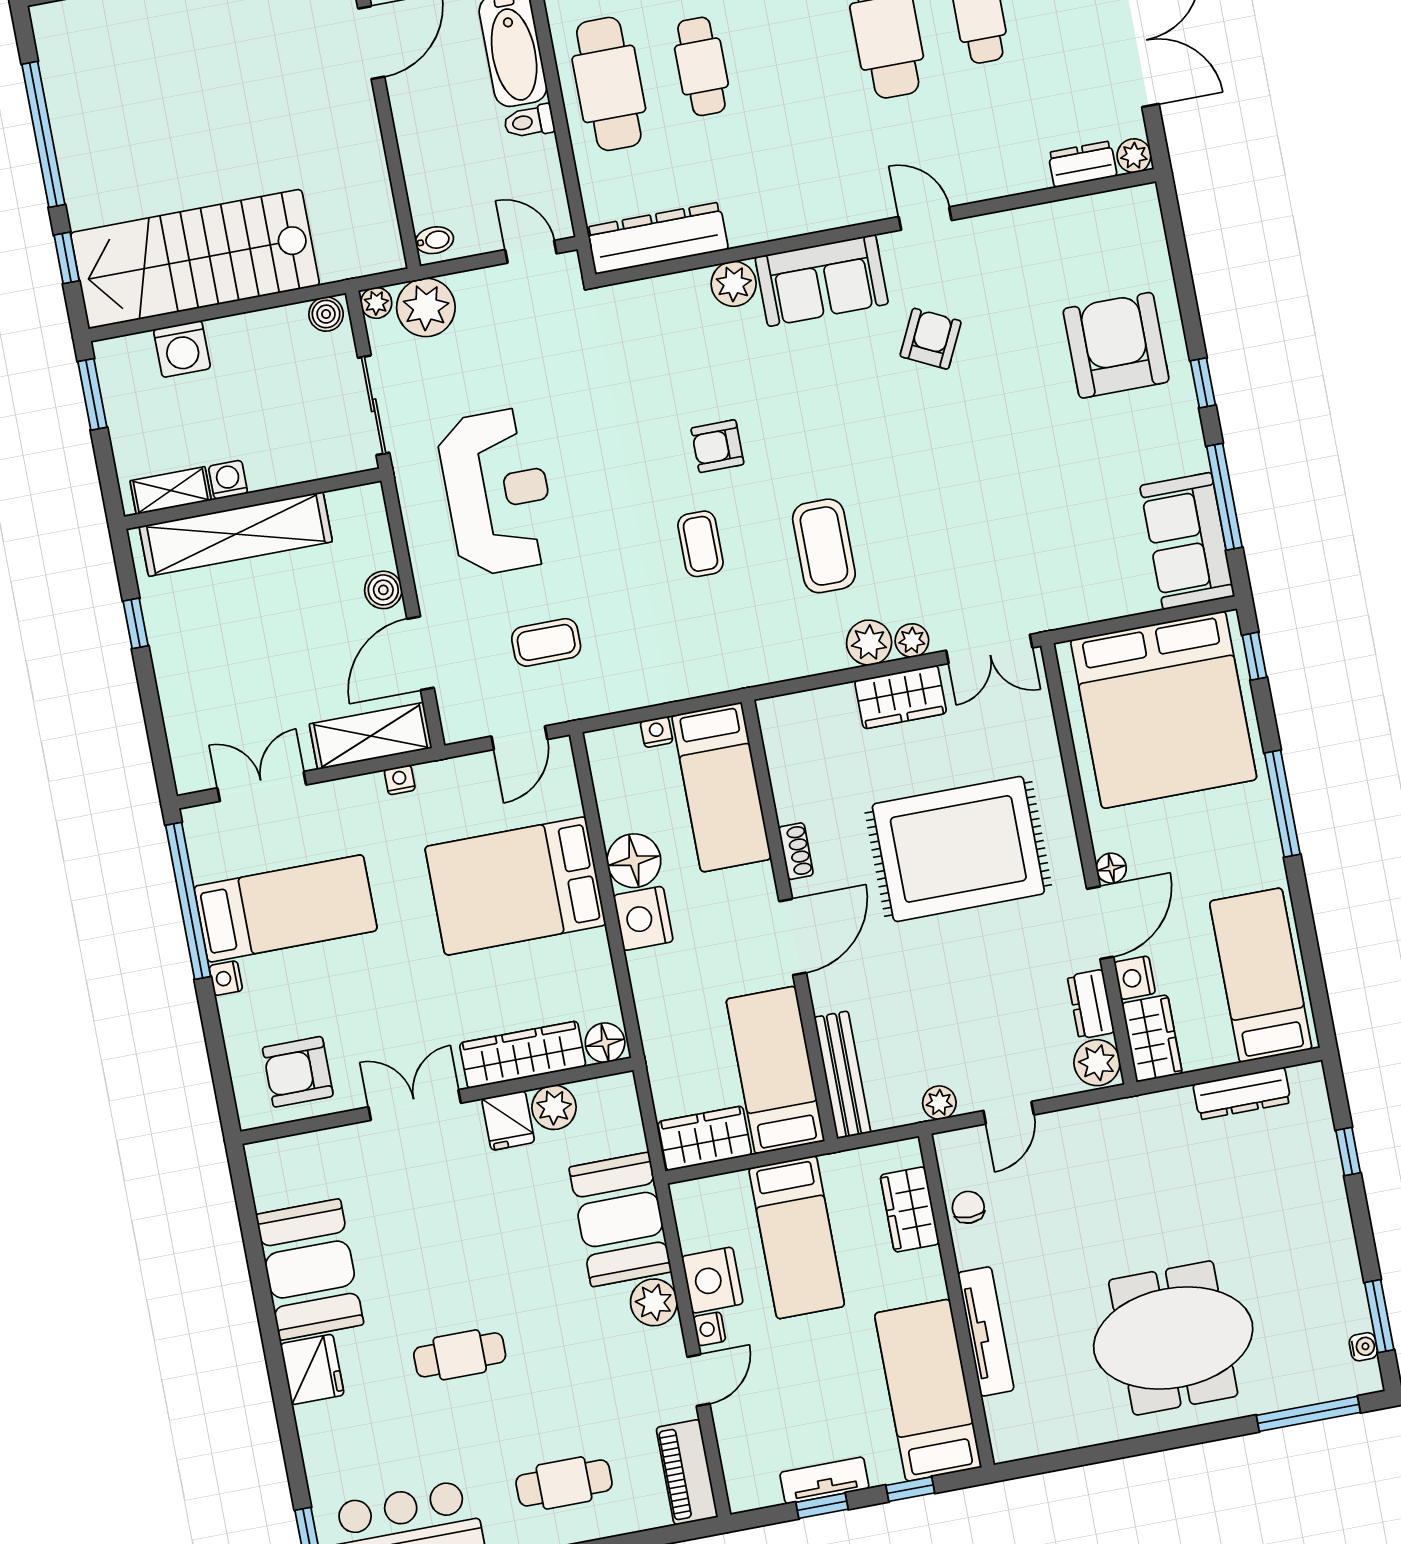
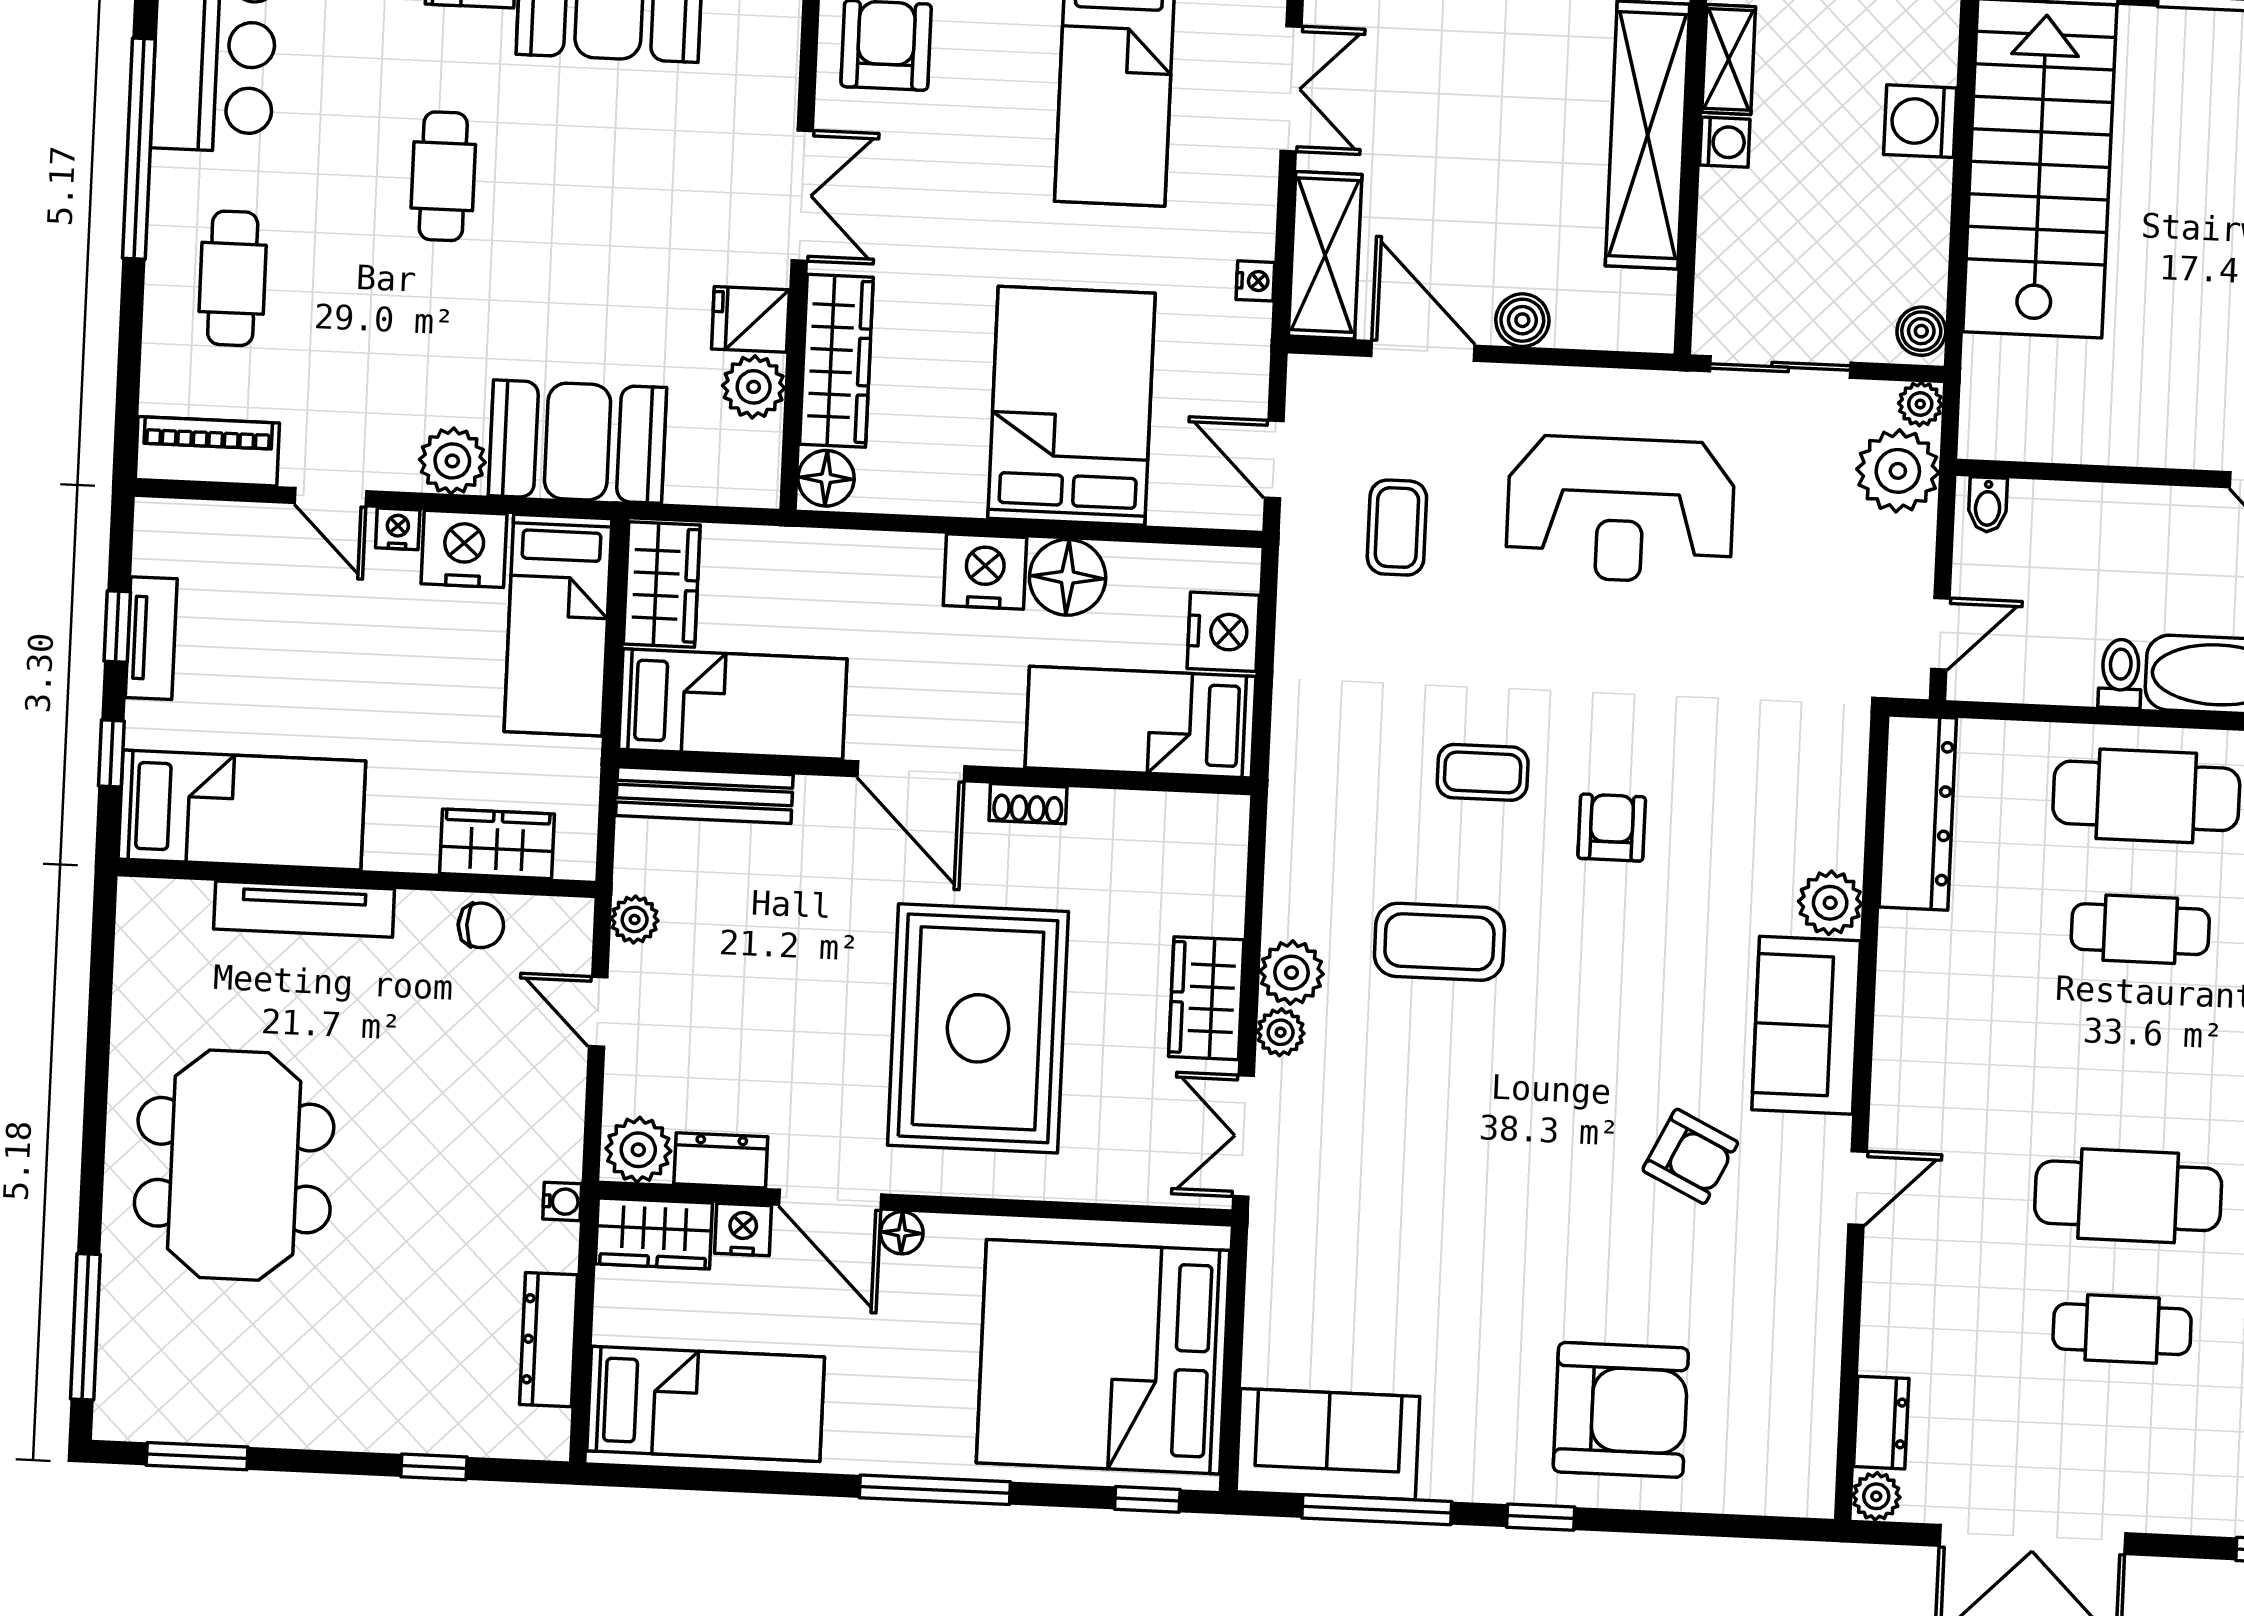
nightstand: (657, 732) -> (1223, 632), width x1.89, depth x1.79
bed: (797, 1237) -> (558, 625), moved, turned -90
water cooler: (1363, 1347) -> (562, 1201), moved, turned -90

